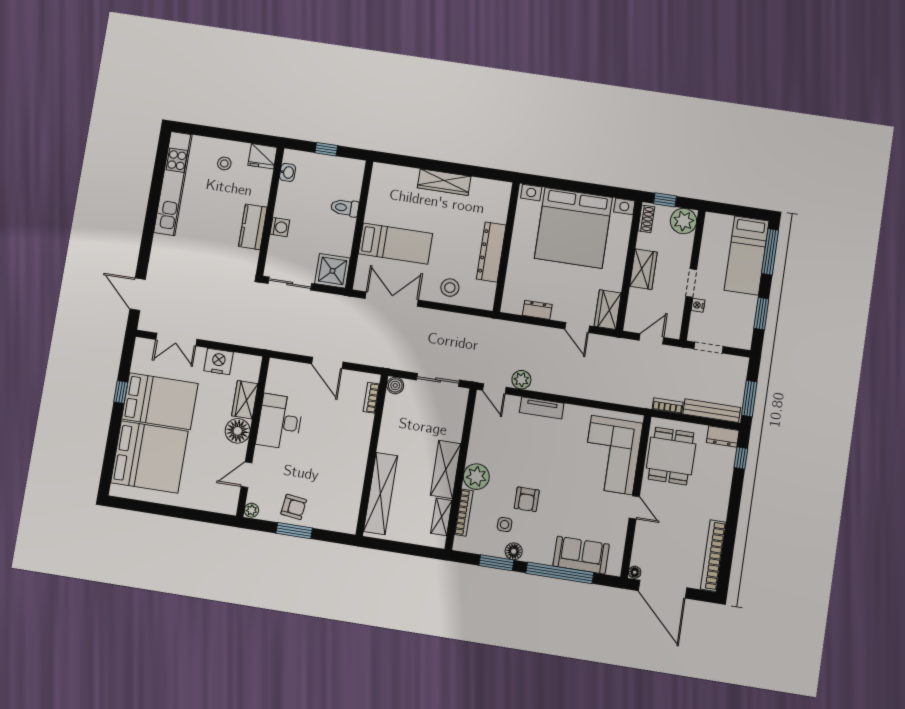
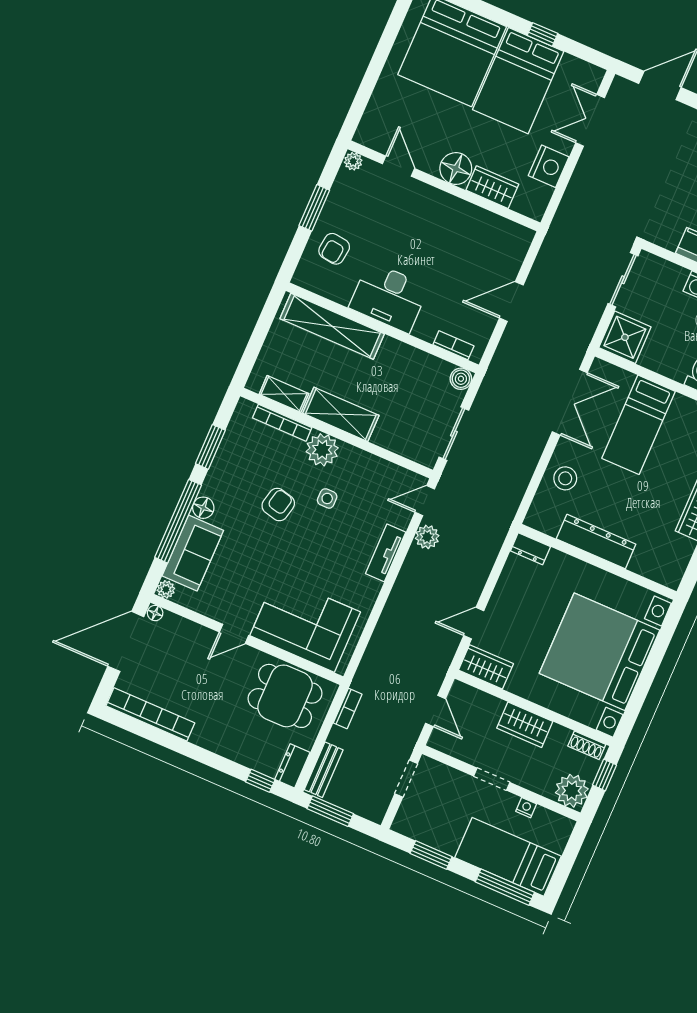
nightstand: (698, 305) -> (526, 808), moved
dresser: (537, 310) -> (530, 549), moved, turned 90
bench: (712, 411) -> (324, 770), width x0.73
desk: (280, 422) -> (389, 297), moved, turned 180
armchair: (527, 499) -> (278, 505), turned 103
armchair: (294, 507) -> (334, 249), moved
side table: (505, 525) -> (327, 498), moved
floor lamp: (514, 551) -> (203, 508), moved
plant: (614, 569) -> (166, 589), added

